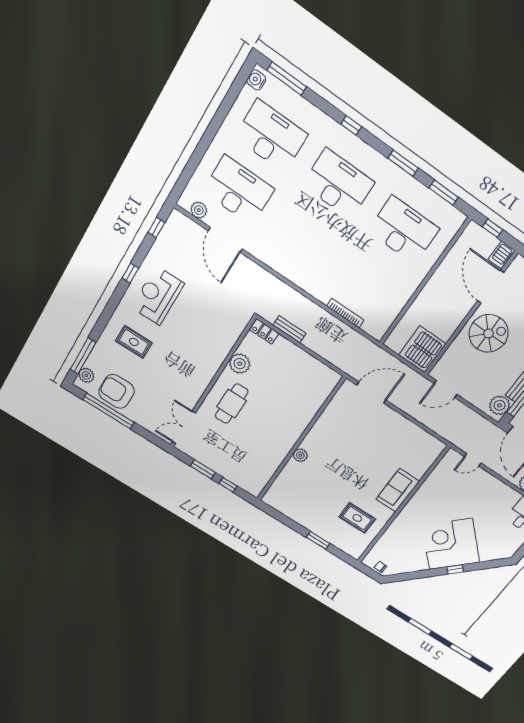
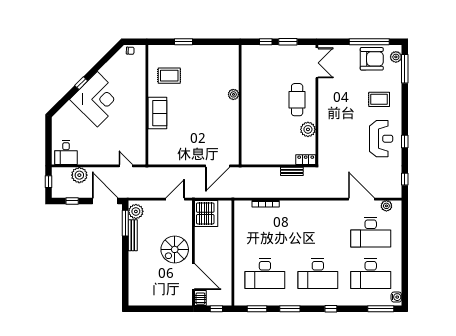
door: (473, 460) -> (126, 166), hinge flipped

